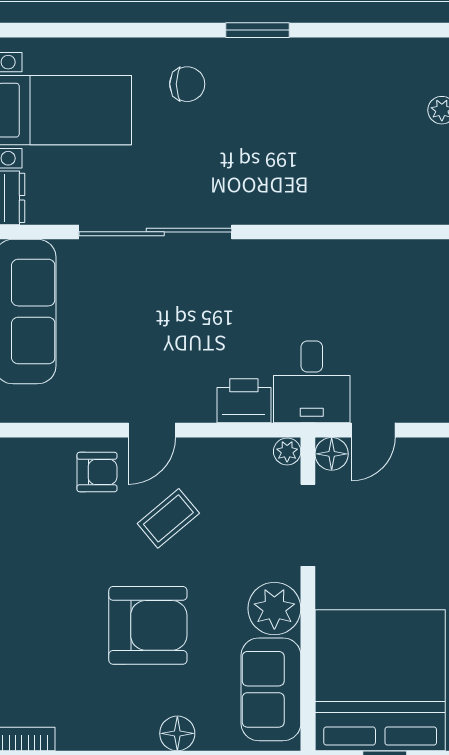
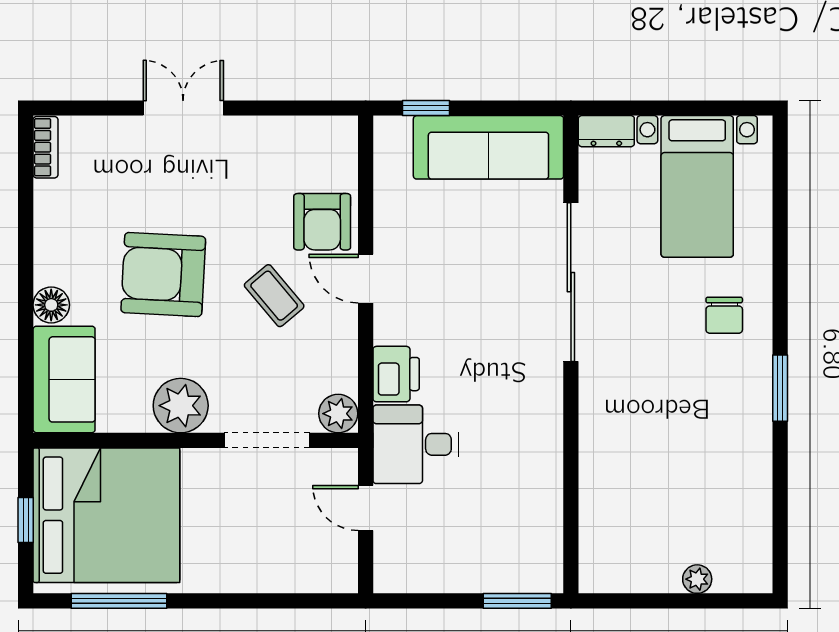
plant: (287, 451) -> (338, 414), width x1.38, depth x1.38
floor lamp: (332, 454) -> (341, 465), removed
armchair: (97, 472) -> (322, 222), width x1.38, depth x1.38
armchair: (148, 625) -> (163, 275), turned 93
sofa: (271, 689) -> (64, 379), moved, turned 90

